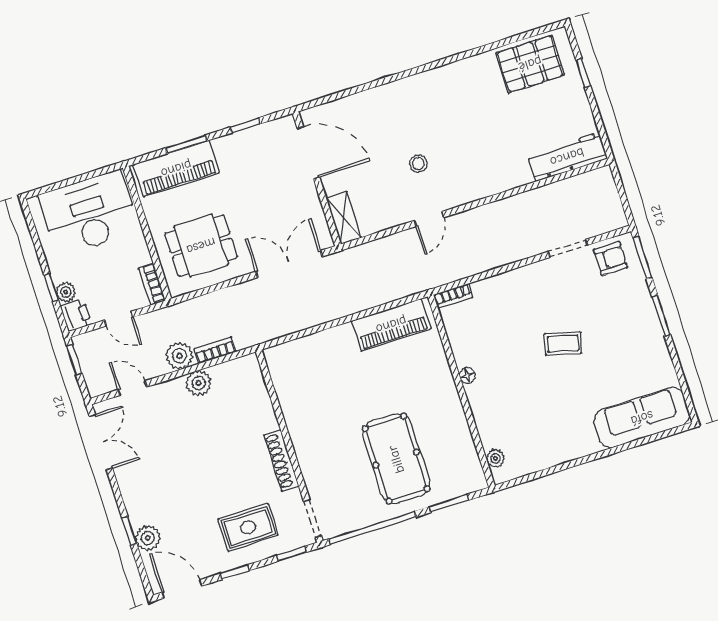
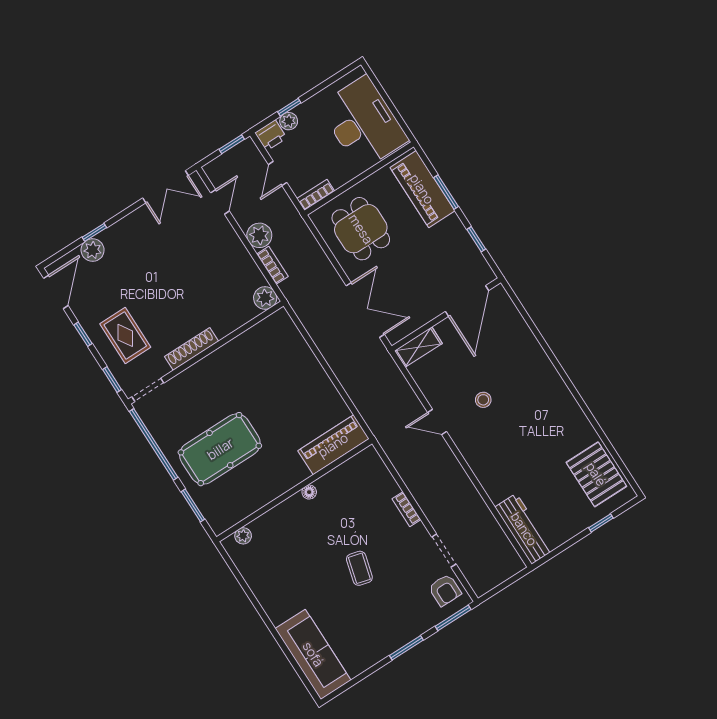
bookcase: (453, 296) -> (406, 509), moved
piano: (391, 325) -> (333, 445), moved, turned 90
plant: (199, 383) -> (265, 298), moved

